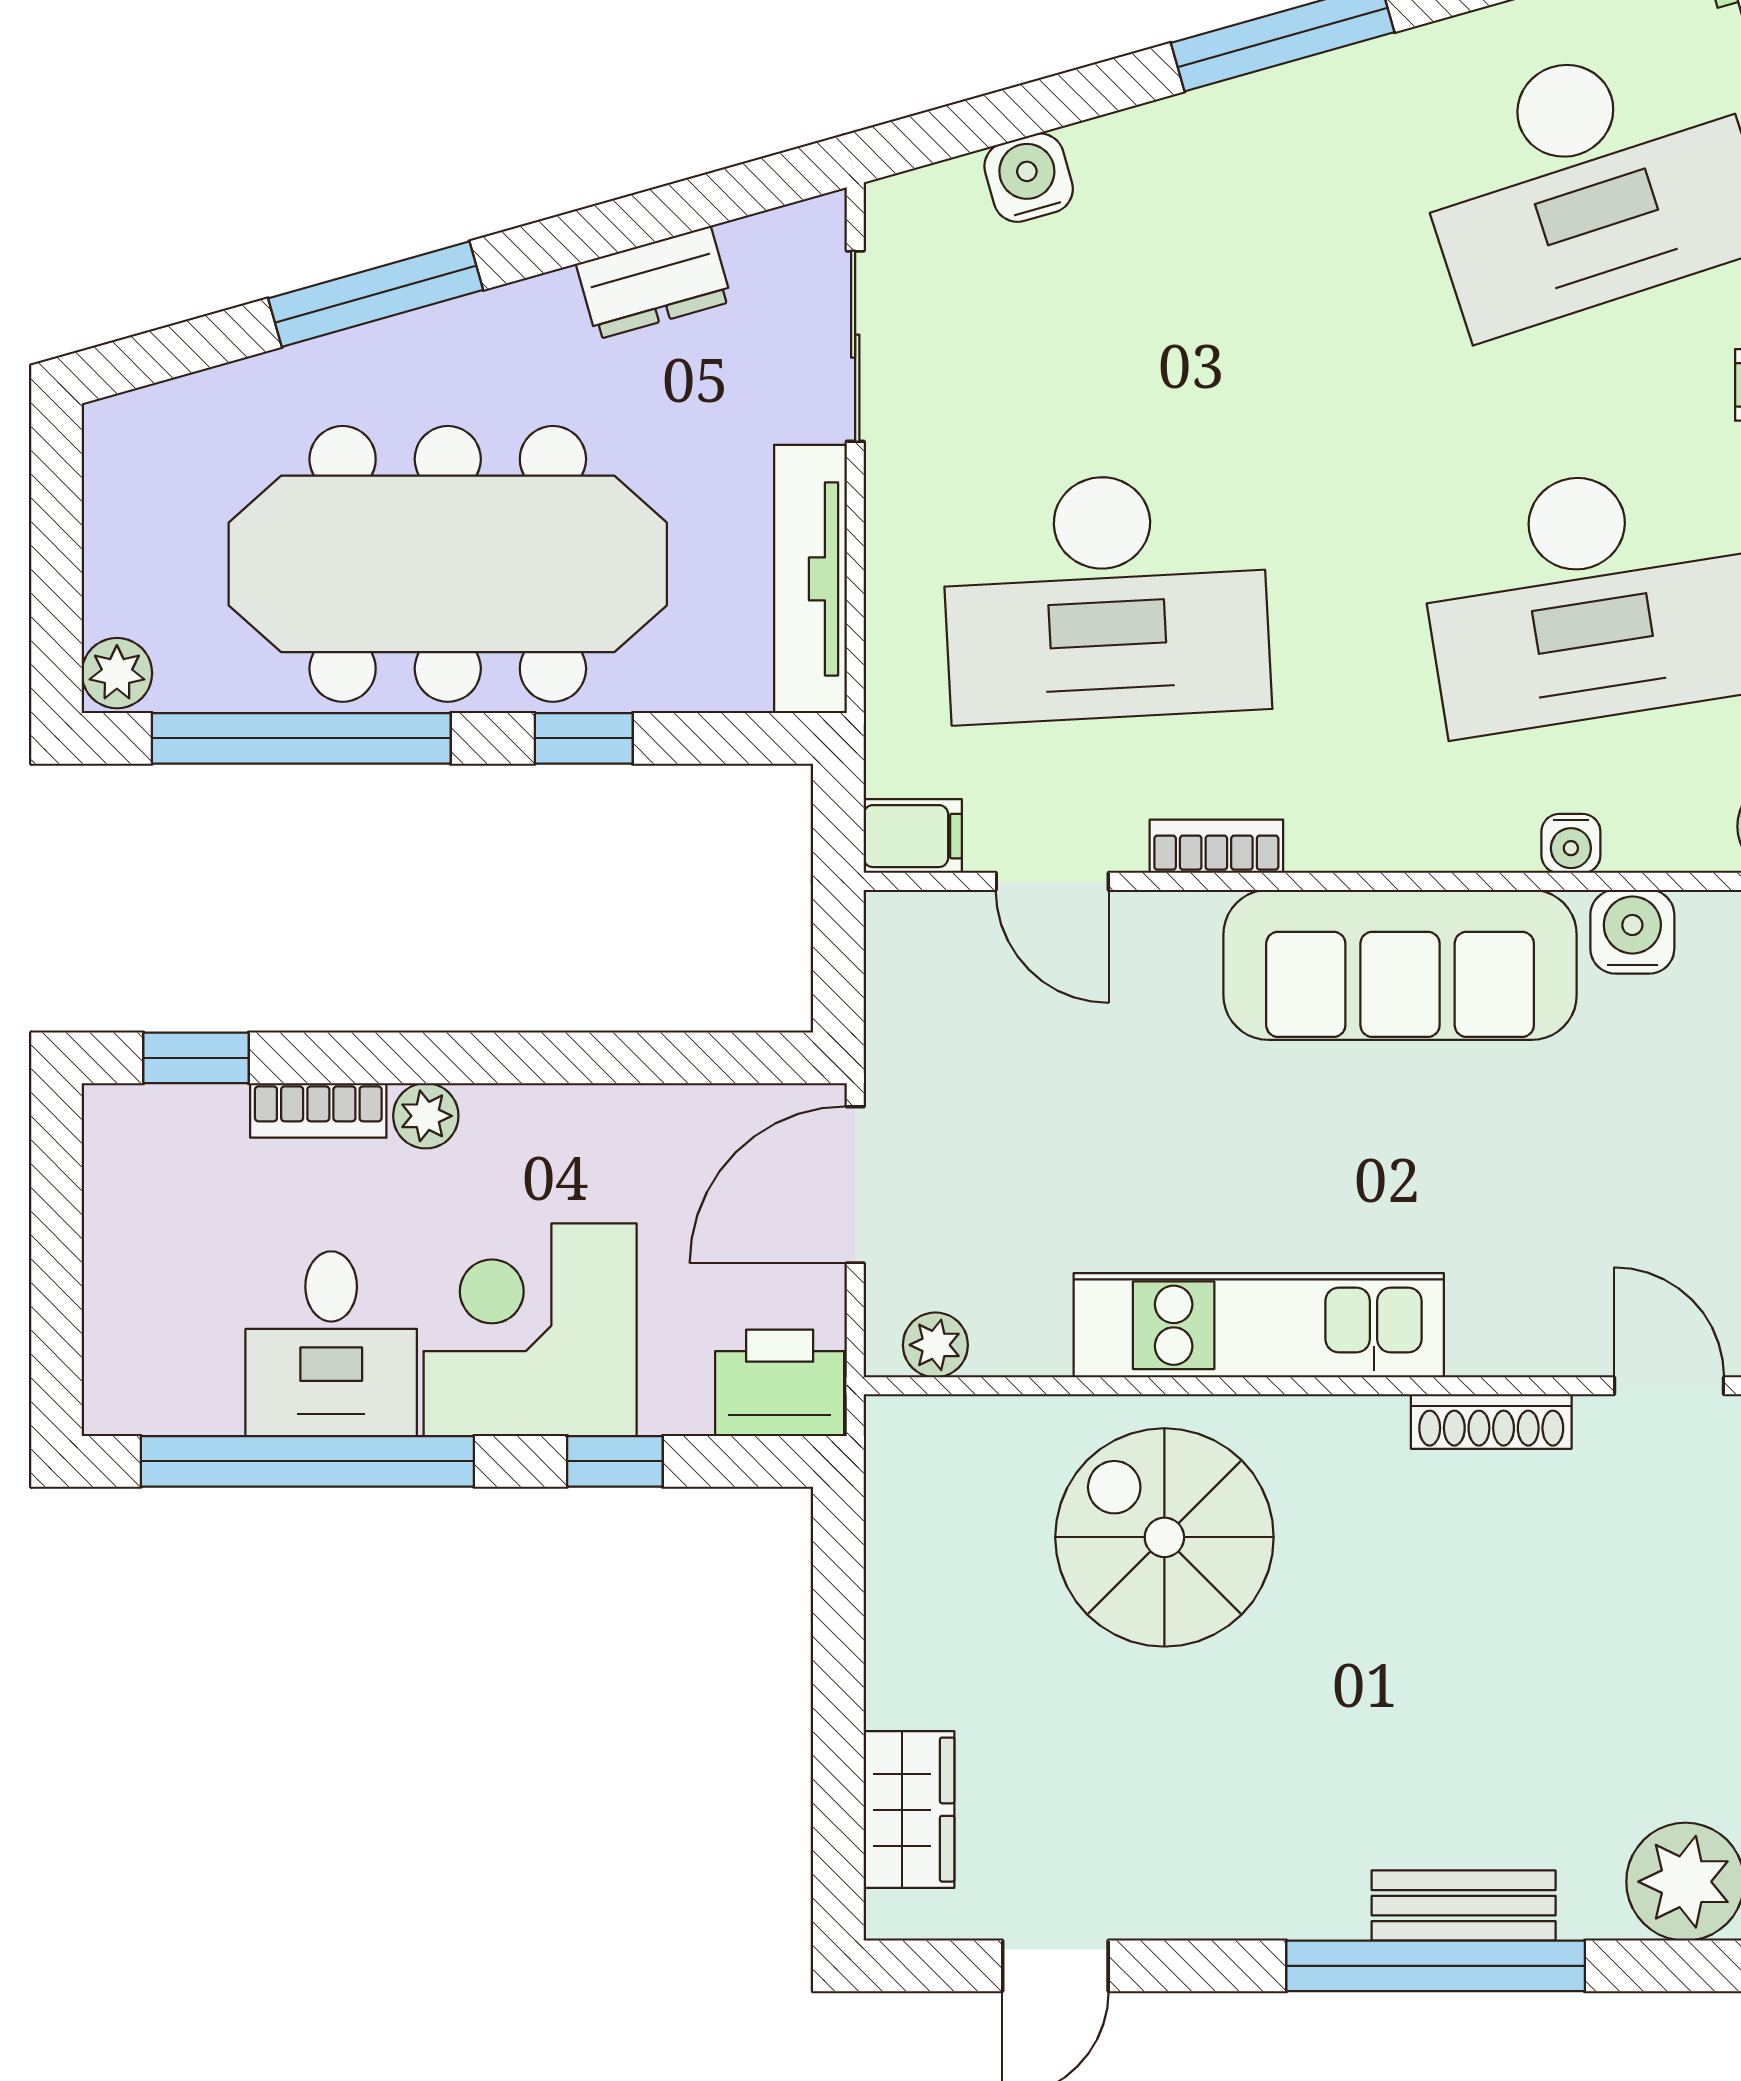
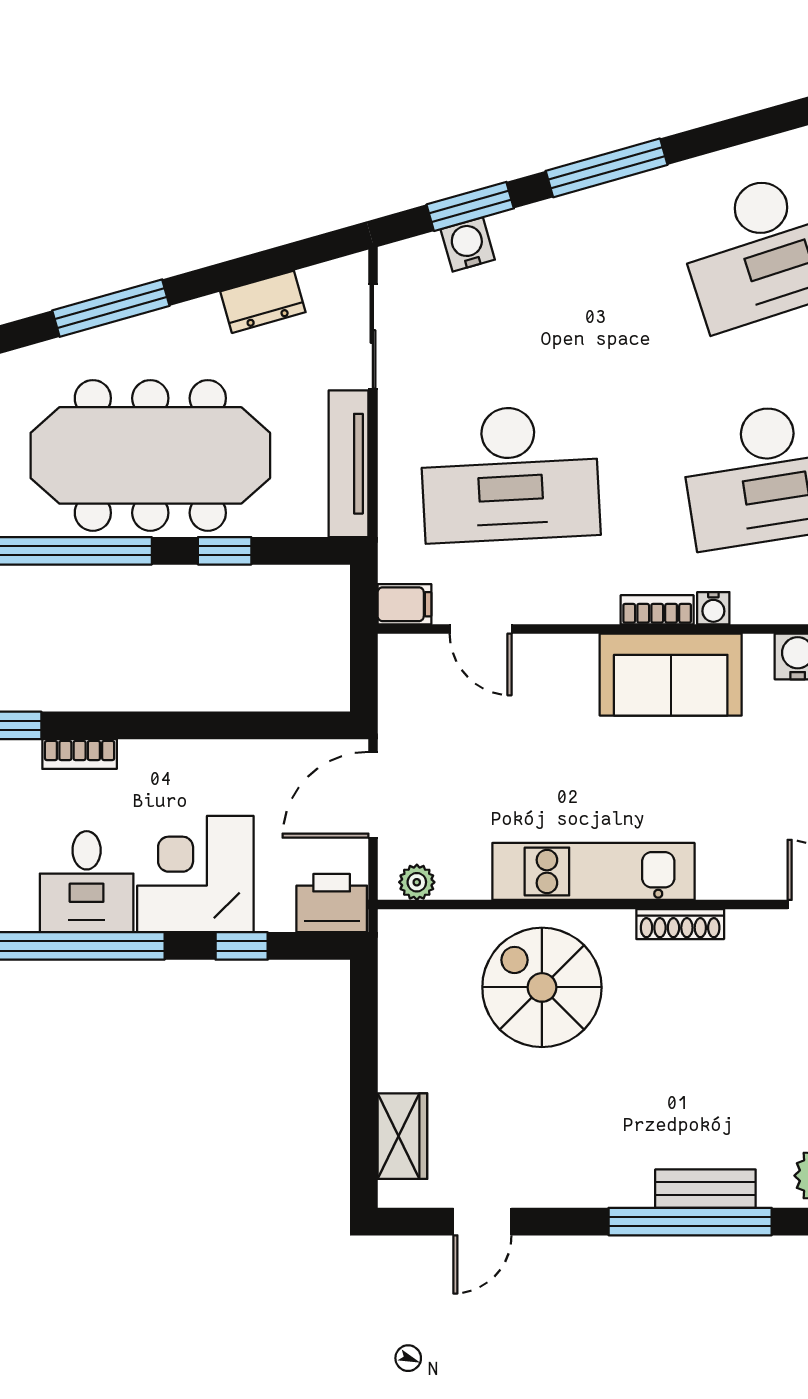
window: (1033, 108) -> (470, 206), added
water cooler: (1571, 843) -> (713, 608), moved
bookcase: (1216, 846) -> (657, 610), moved
sofa: (1400, 965) -> (671, 675), width x0.73
plant: (426, 1116) -> (138, 757), removed
shoe rack: (1491, 1422) -> (680, 924), moved

